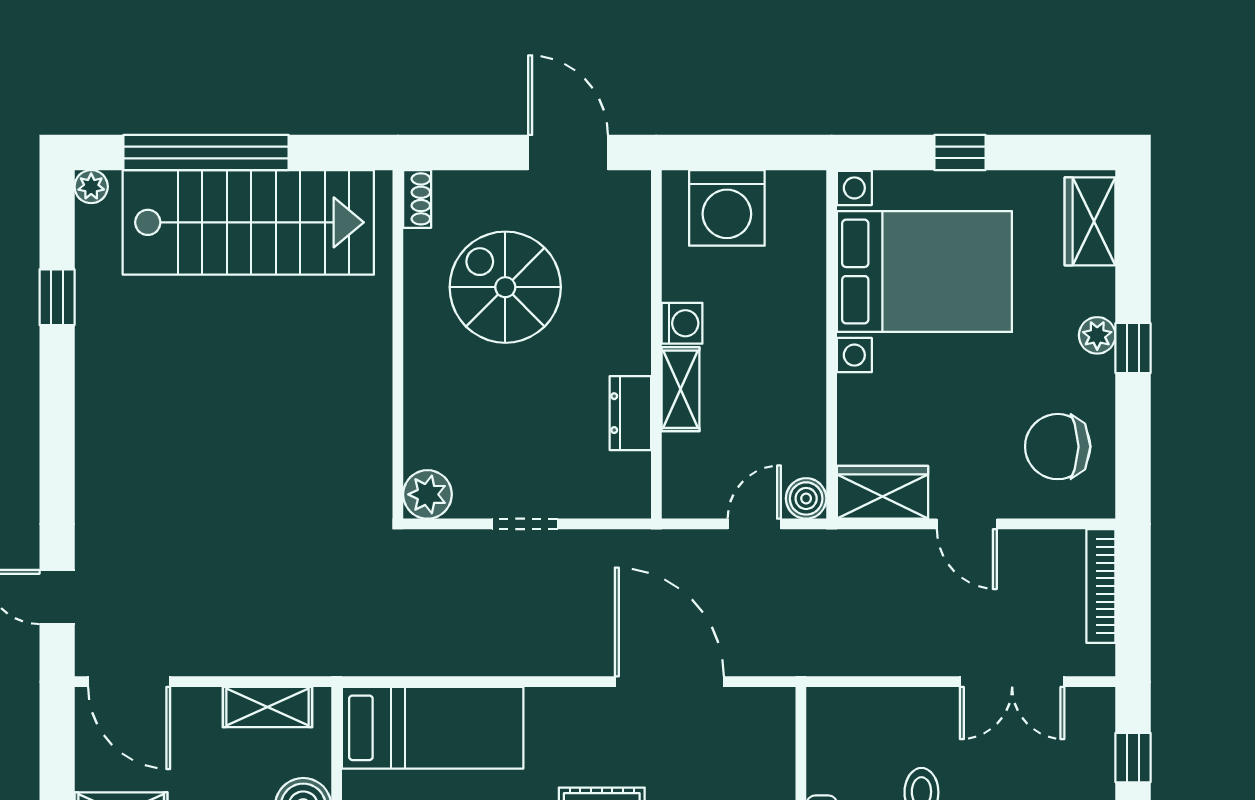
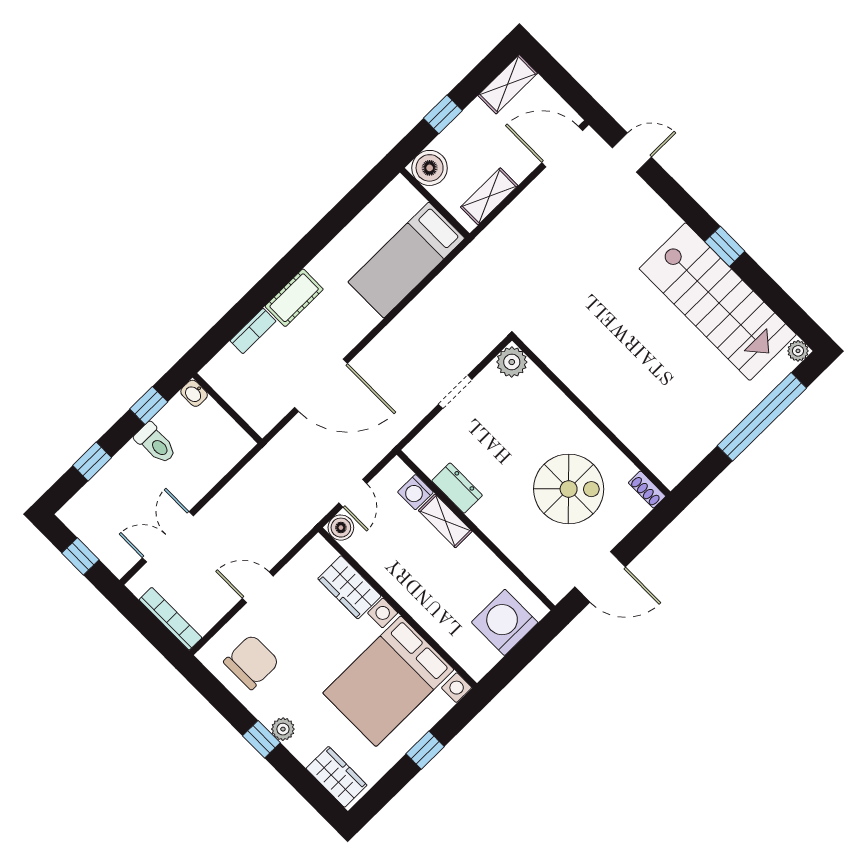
stairs: (248, 222) -> (718, 302), moved, turned -90
window: (57, 297) -> (725, 246), moved
washing machine: (682, 323) -> (415, 492), moved
wardrobe: (882, 492) -> (349, 587), moved, turned 90

